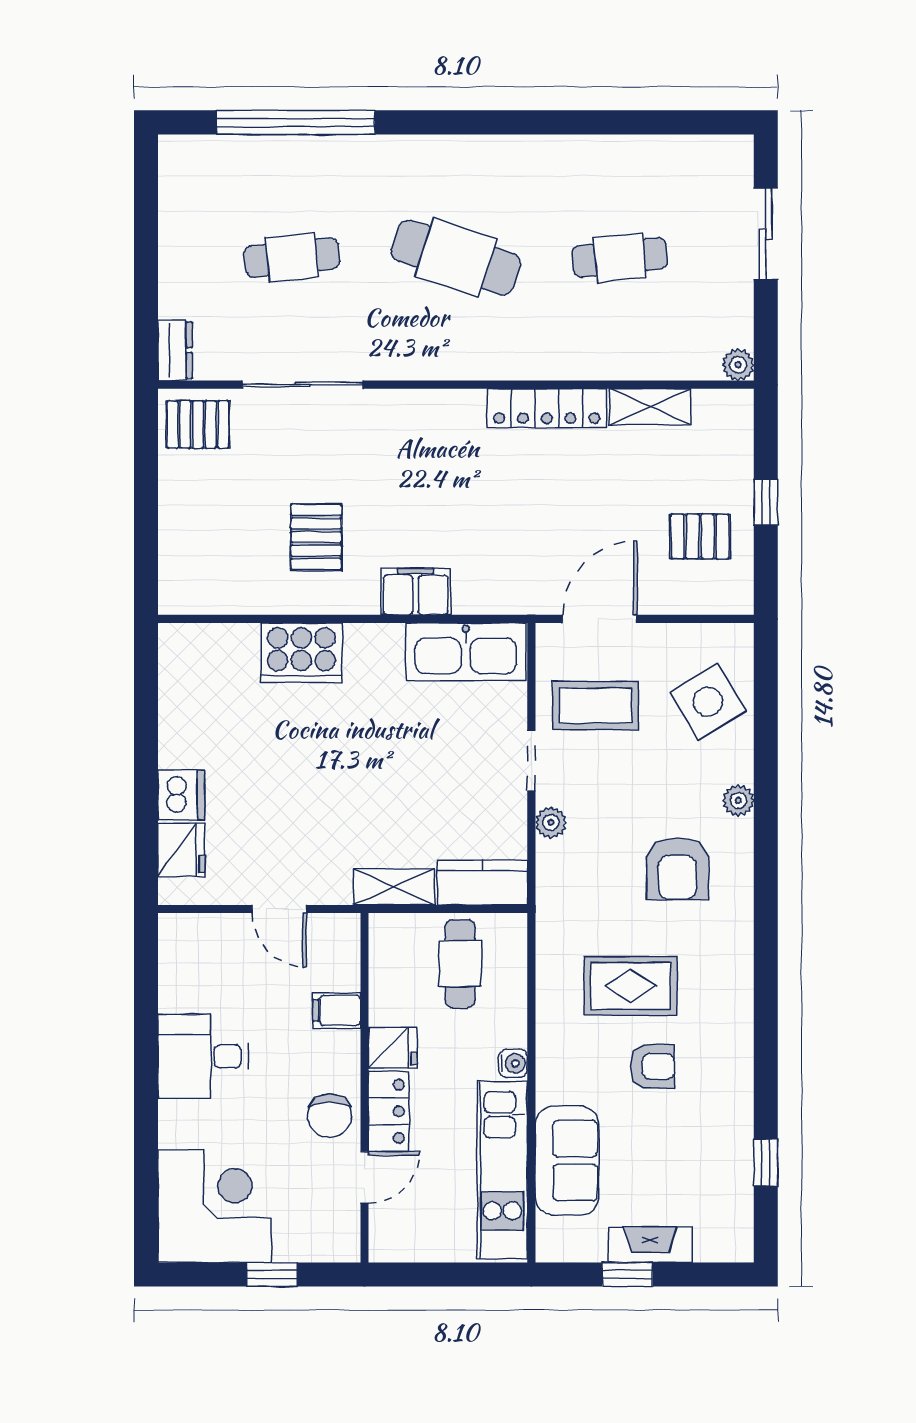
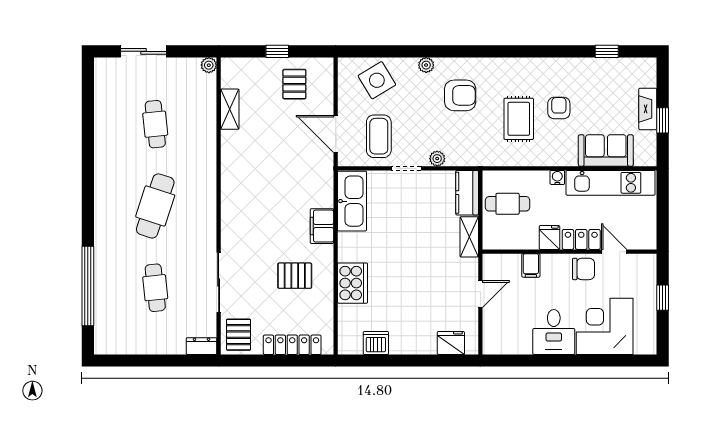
locker: (547, 408) -> (292, 345), moved, turned -90
dishwasher: (181, 795) -> (376, 343), moved
corner desk: (215, 1206) -> (605, 326), moved

